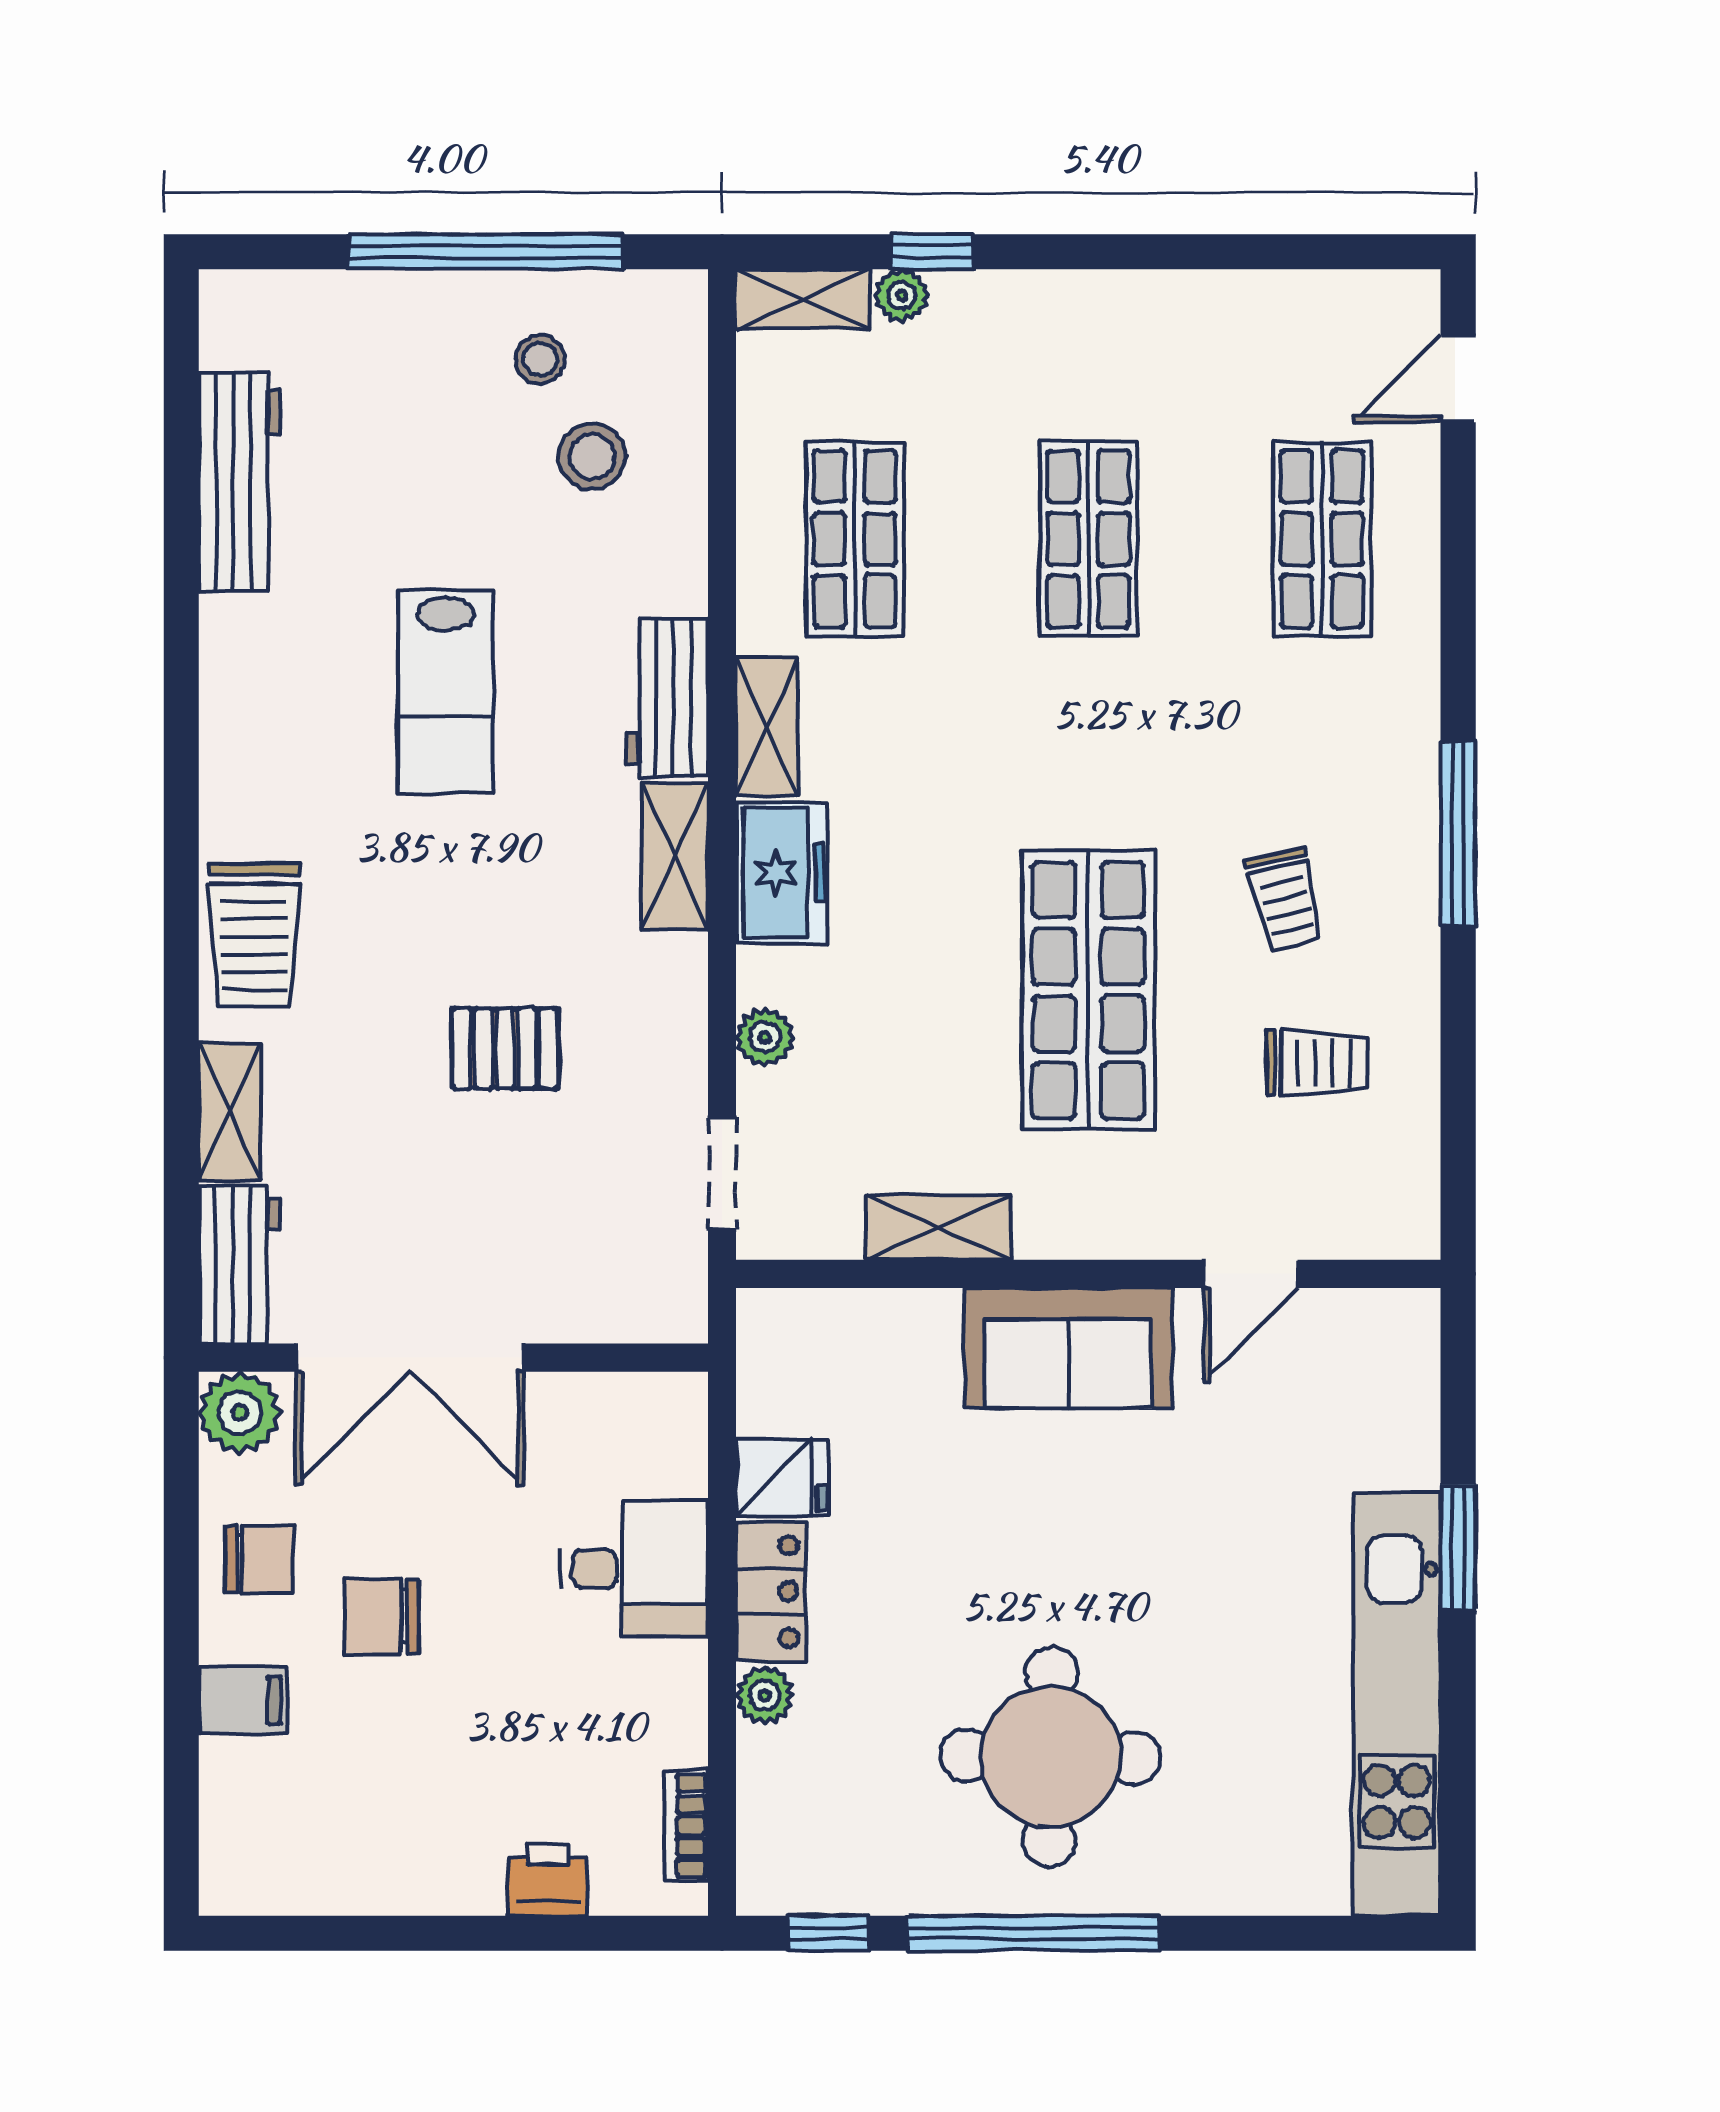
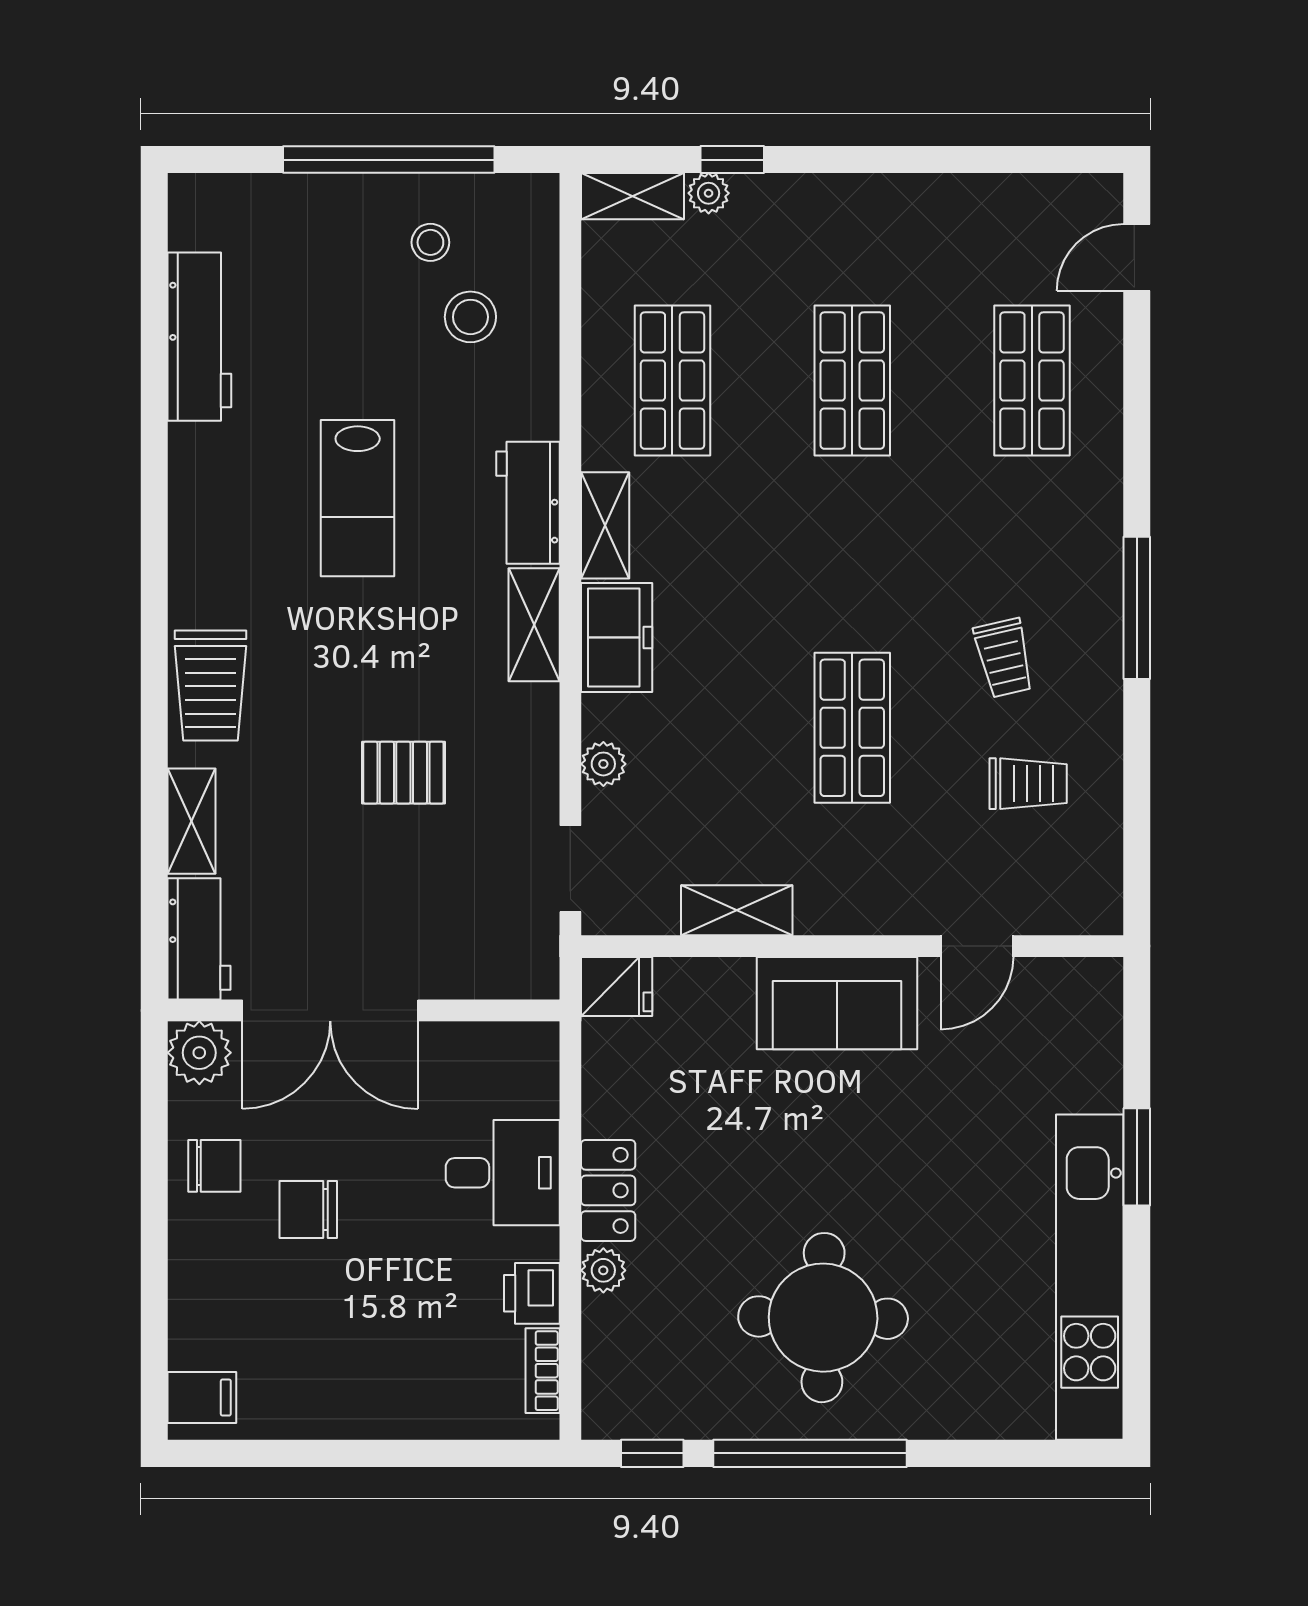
shop shelf: (1088, 990) -> (852, 728), width x0.70, depth x0.74
fridge: (782, 1478) -> (617, 987), moved
filing cabinet: (243, 1700) -> (202, 1398), moved
printer: (548, 1880) -> (532, 1293), moved, turned -90

